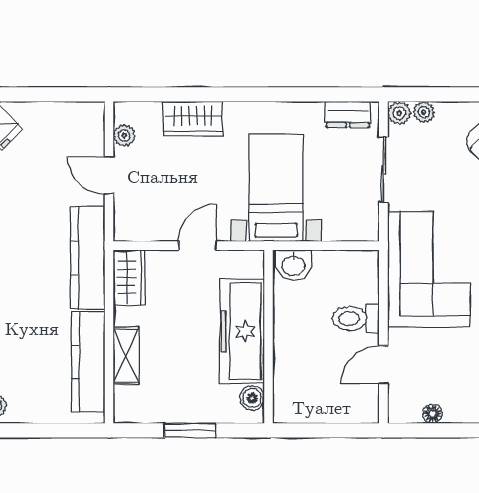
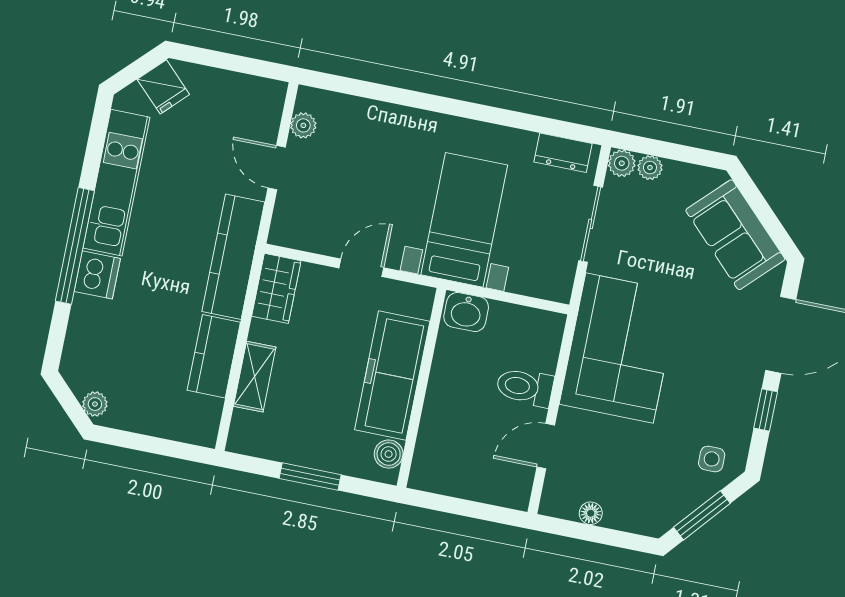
wardrobe: (193, 119) -> (385, 122), removed
kitchen counter: (88, 362) -> (214, 356), width x0.67

